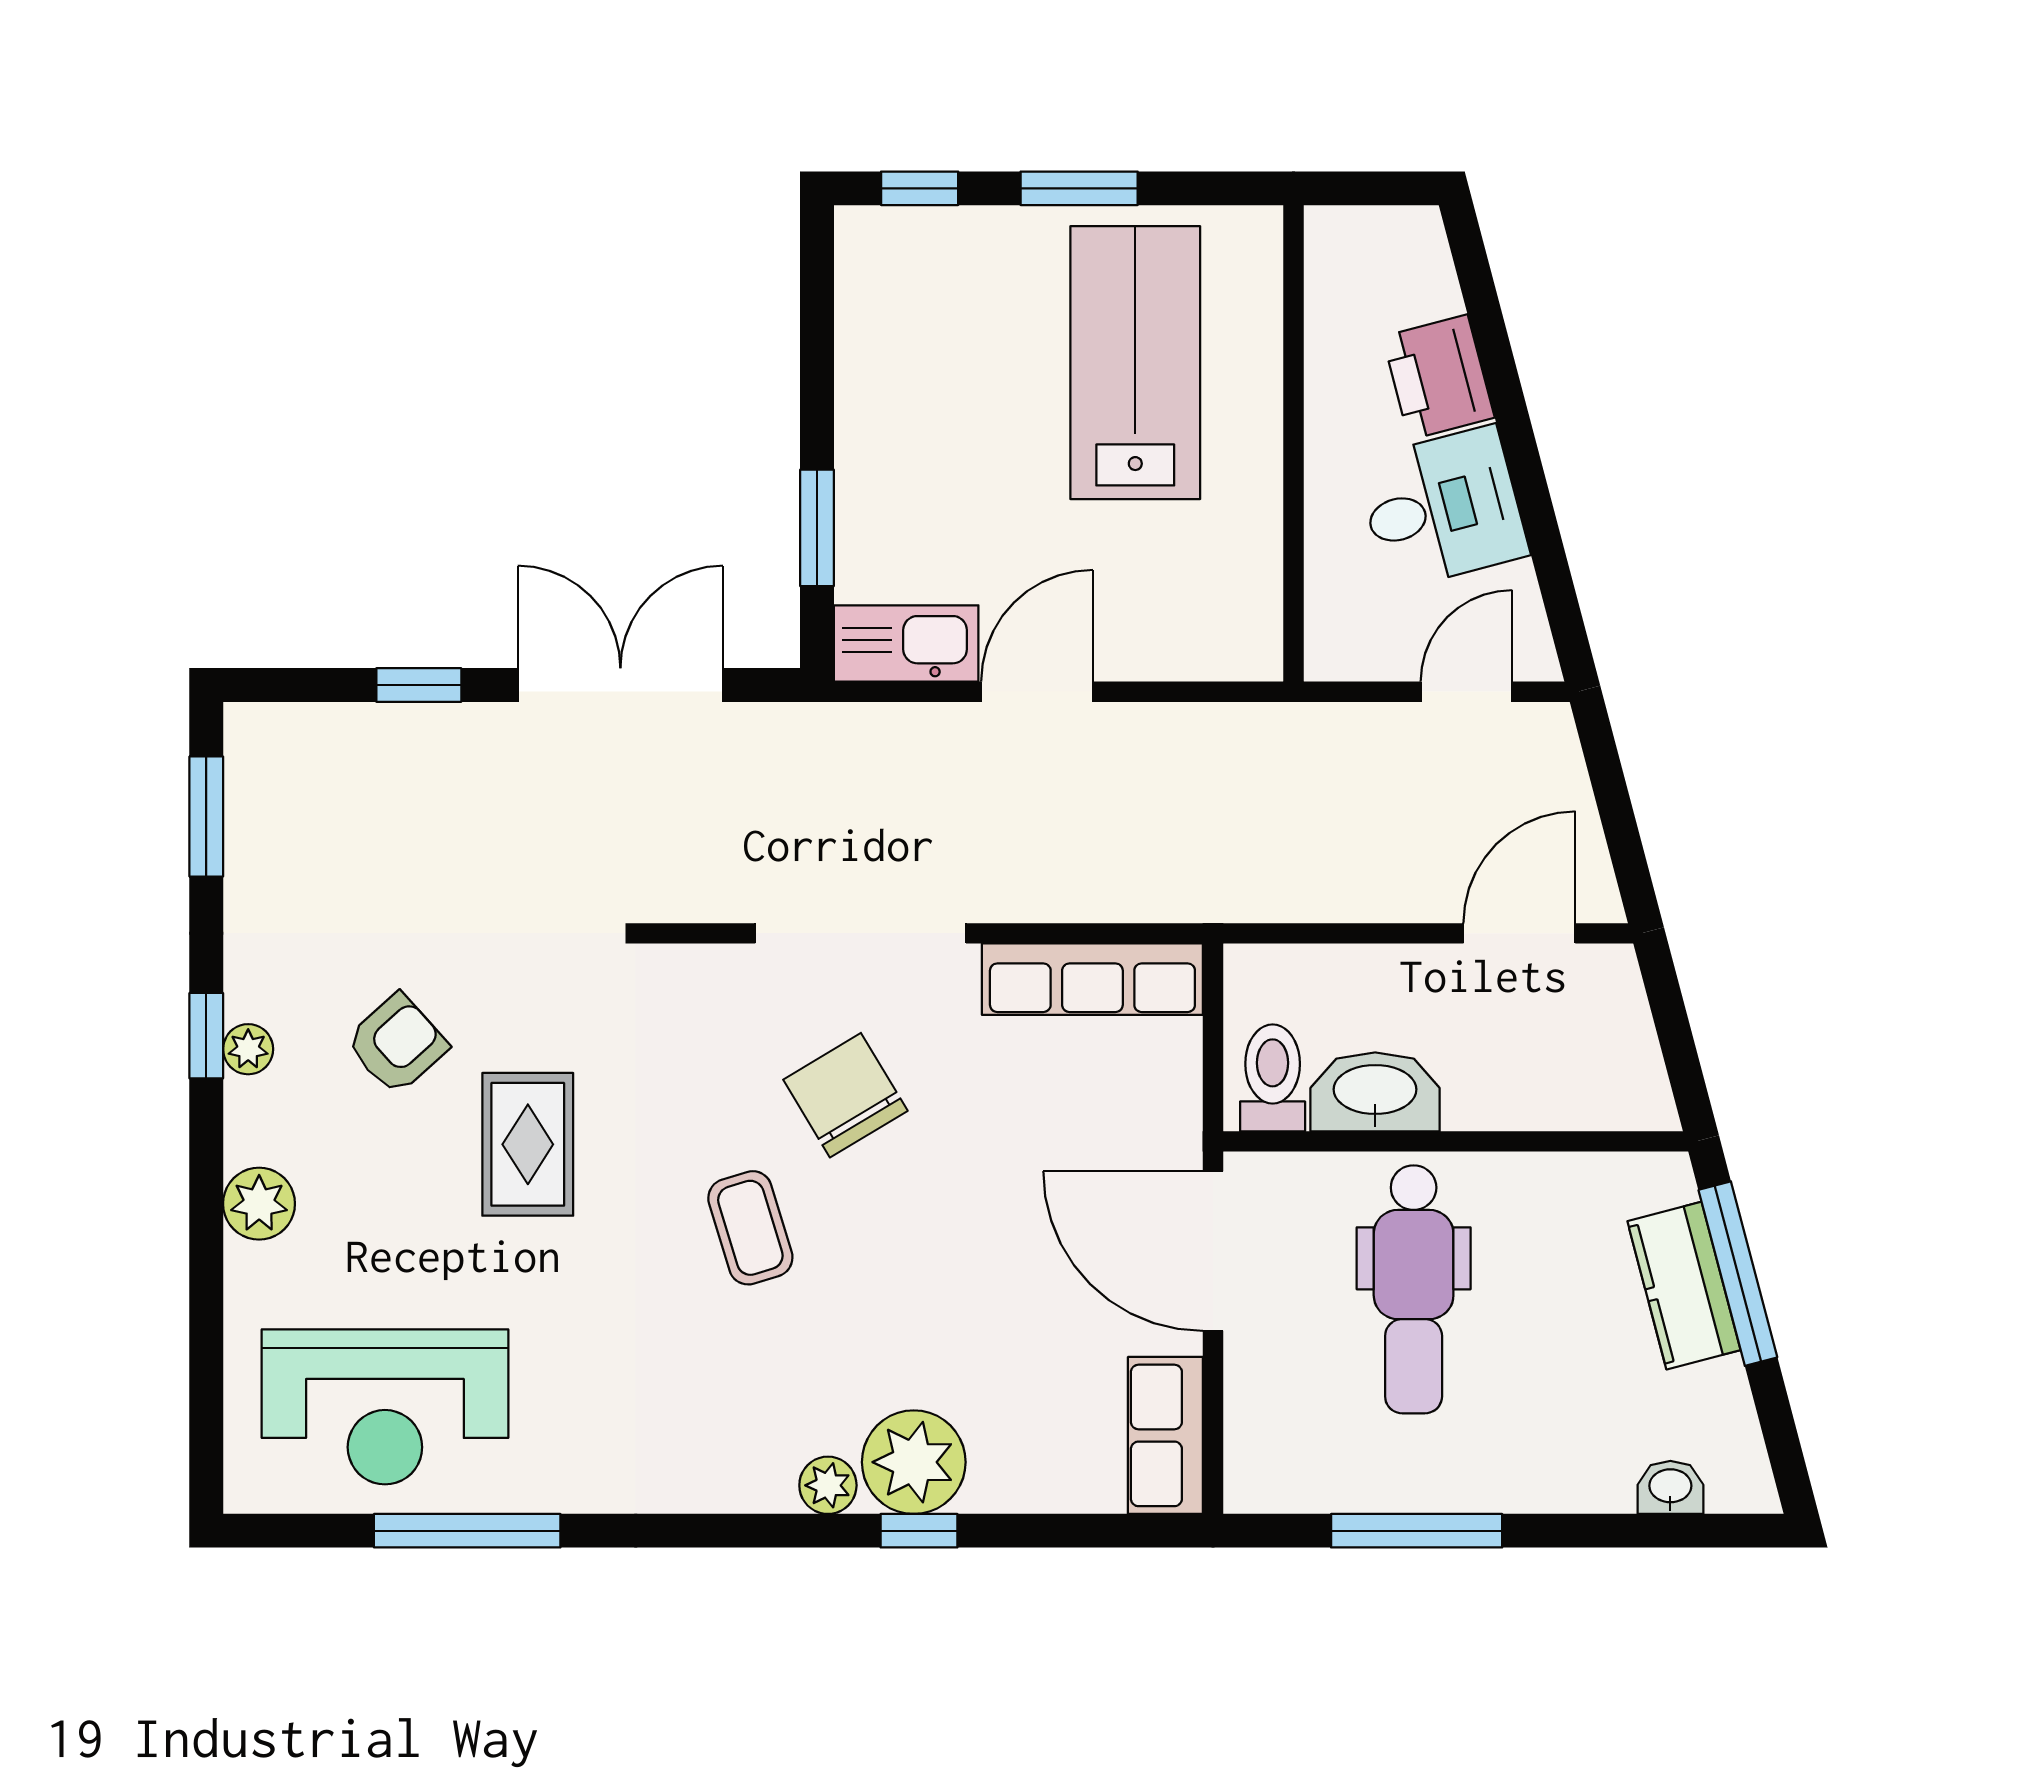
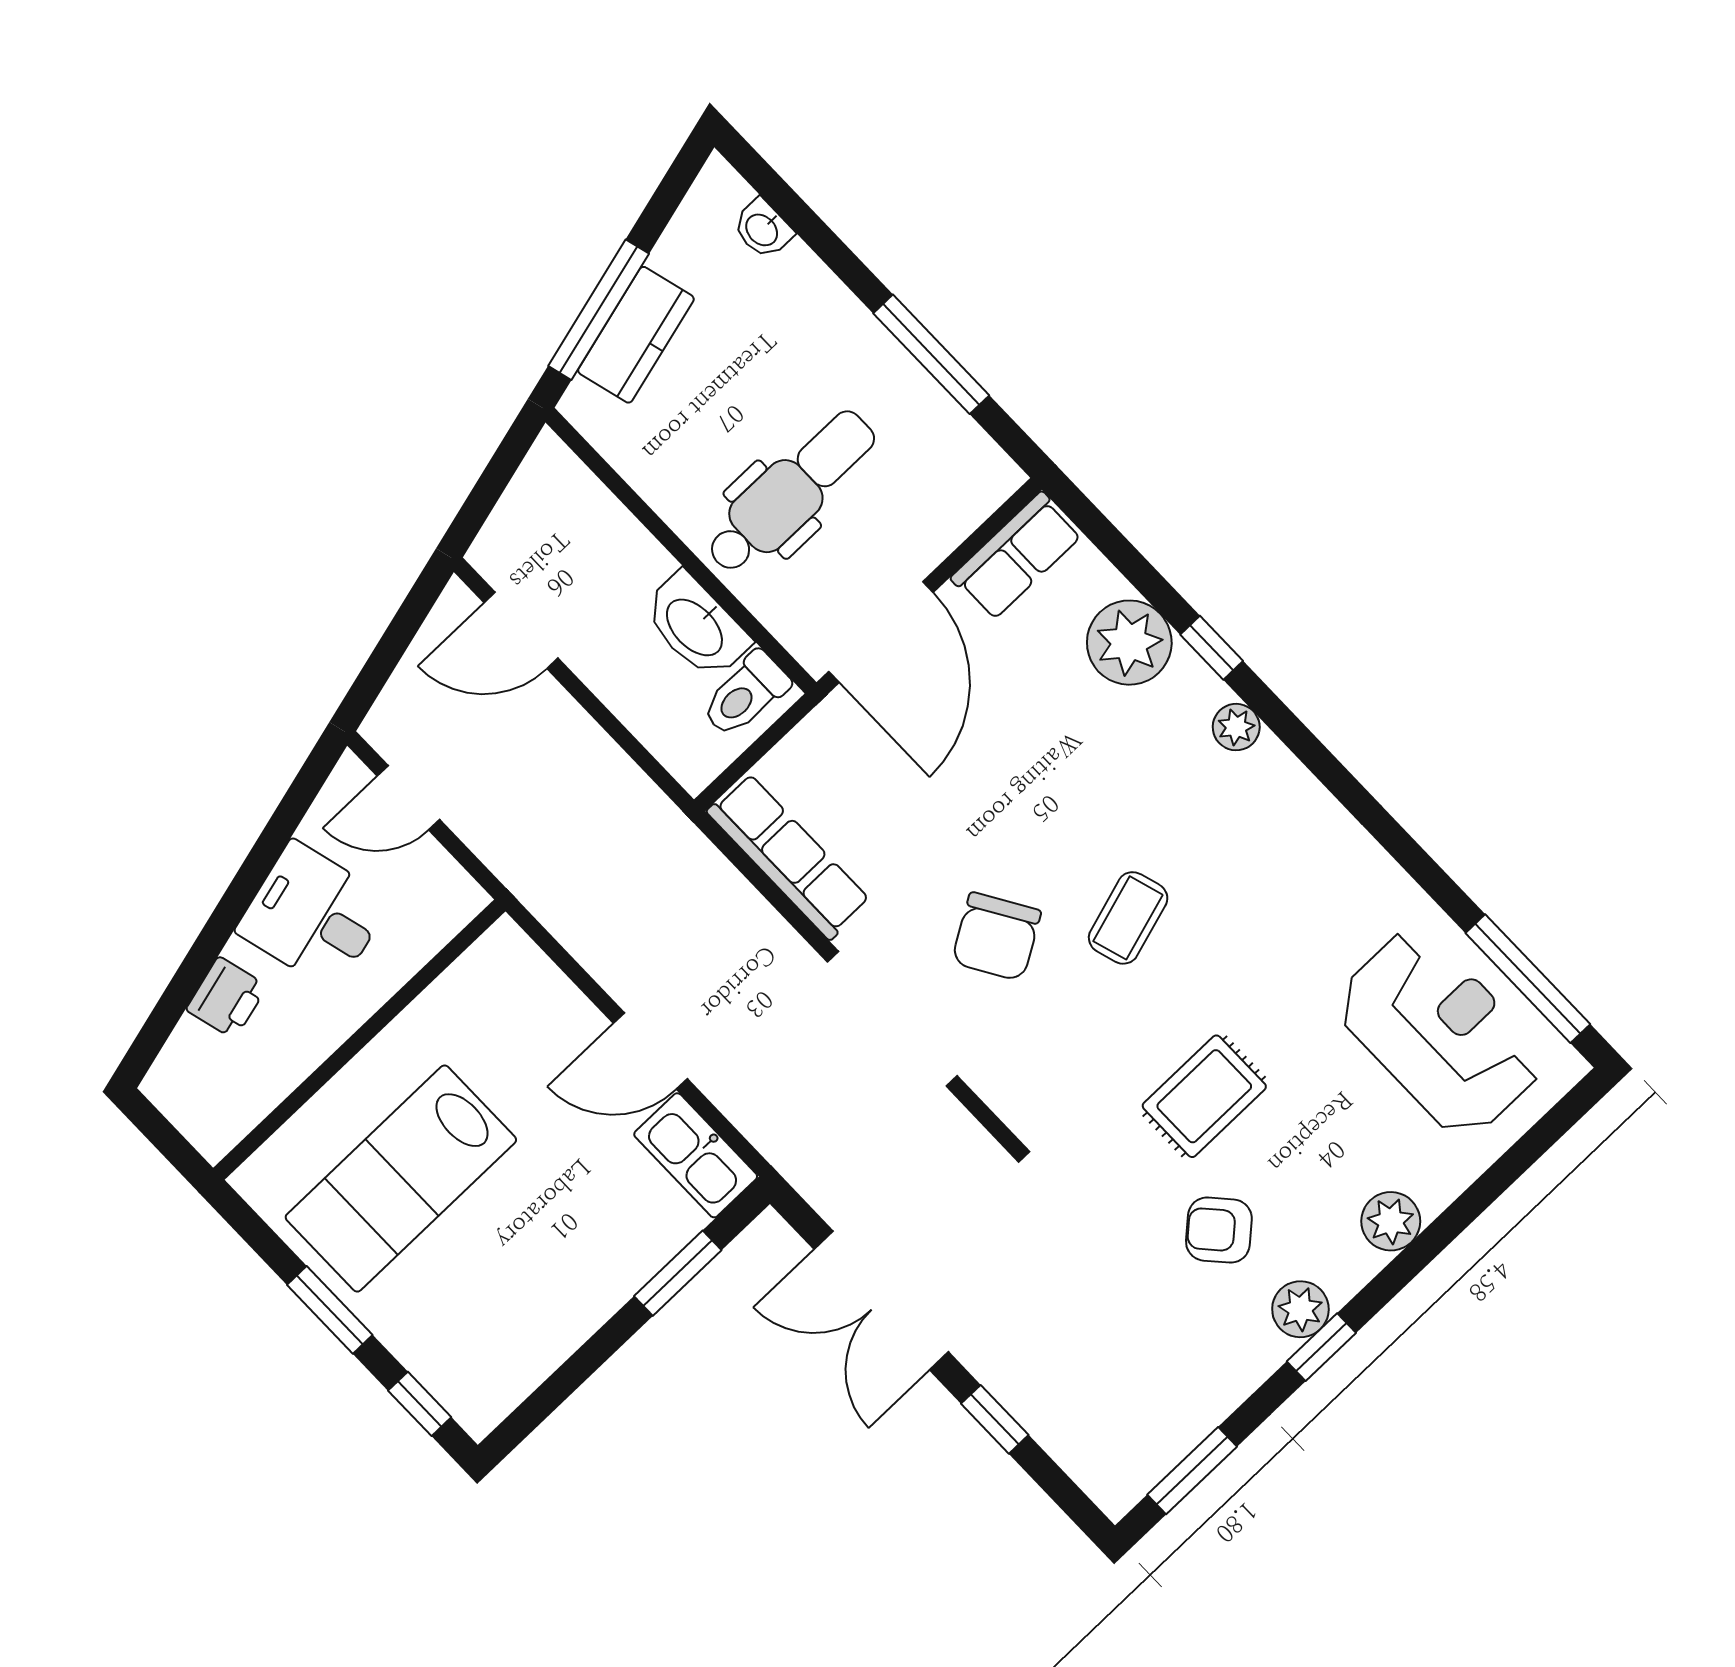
printer: (1438, 377) -> (227, 998), width x0.73, depth x0.81
plant: (248, 1049) -> (1300, 1309), width x1.38, depth x1.38
plant: (914, 1462) -> (1129, 643), moved
window: (467, 1531) -> (1528, 979), moved

